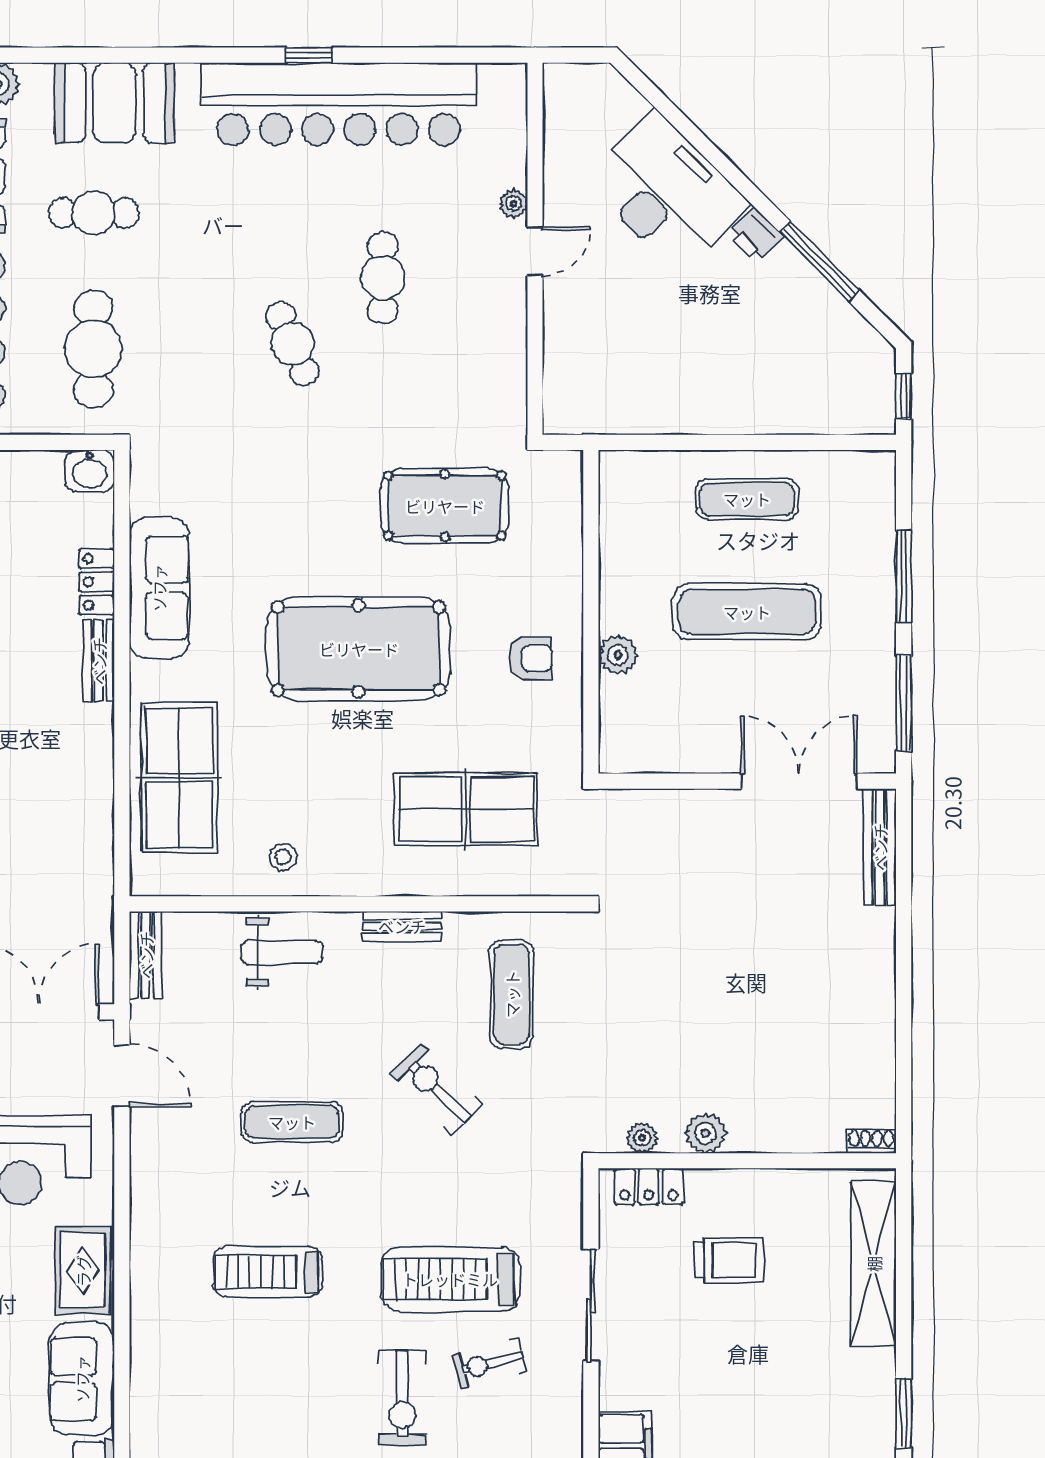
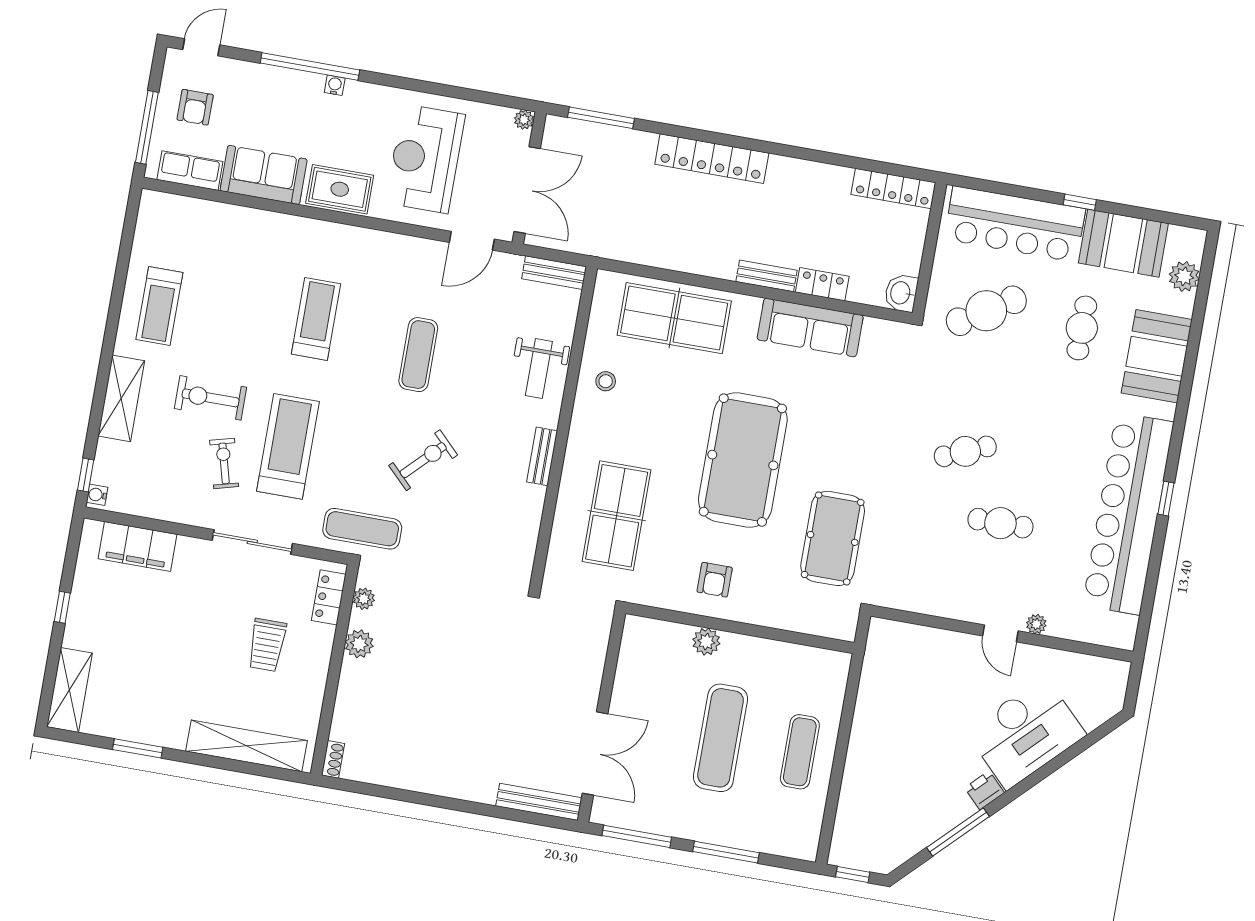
cafe table: (93, 349) -> (986, 311), turned -32
exercise mat: (512, 994) -> (362, 529), moved

